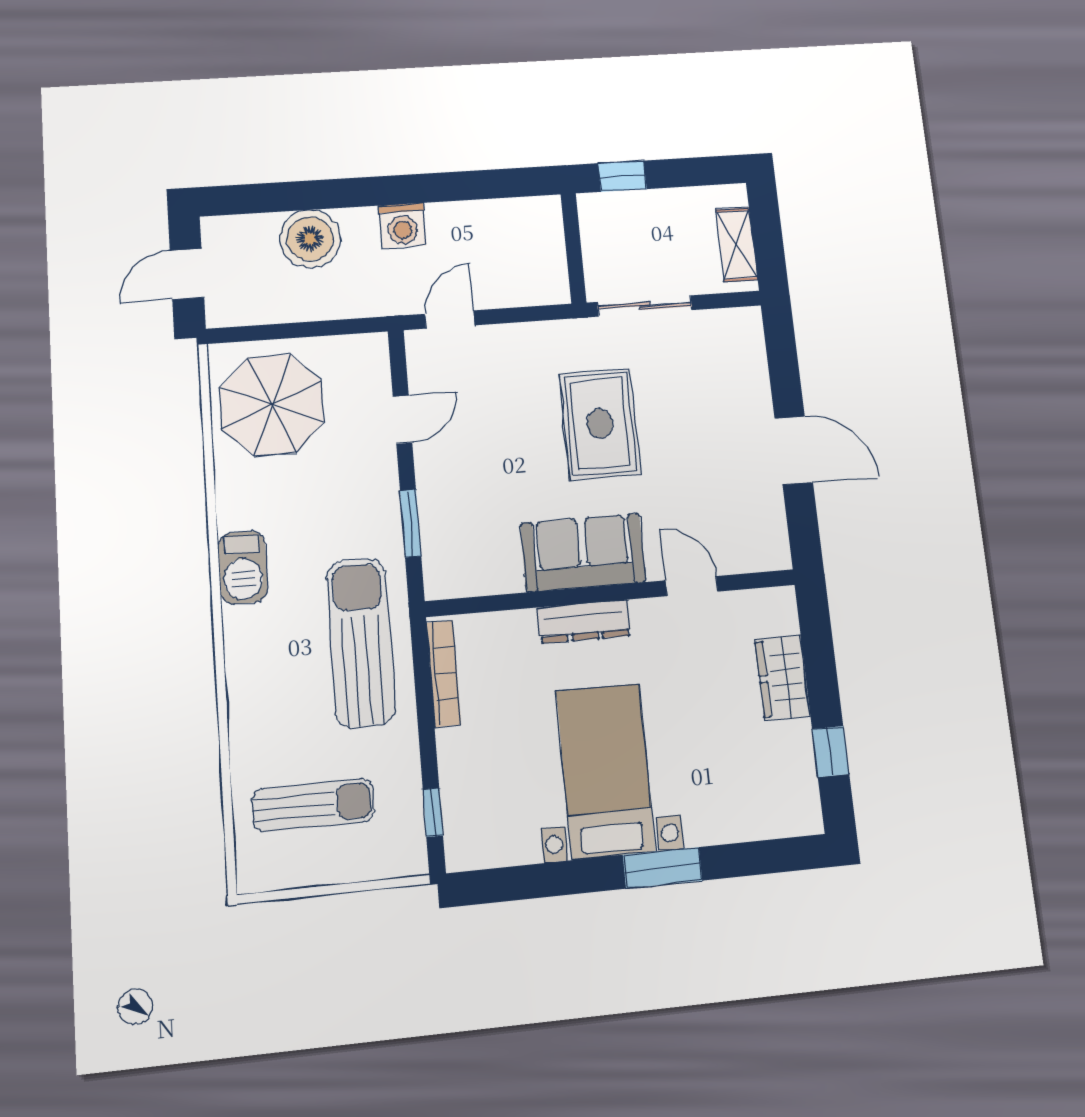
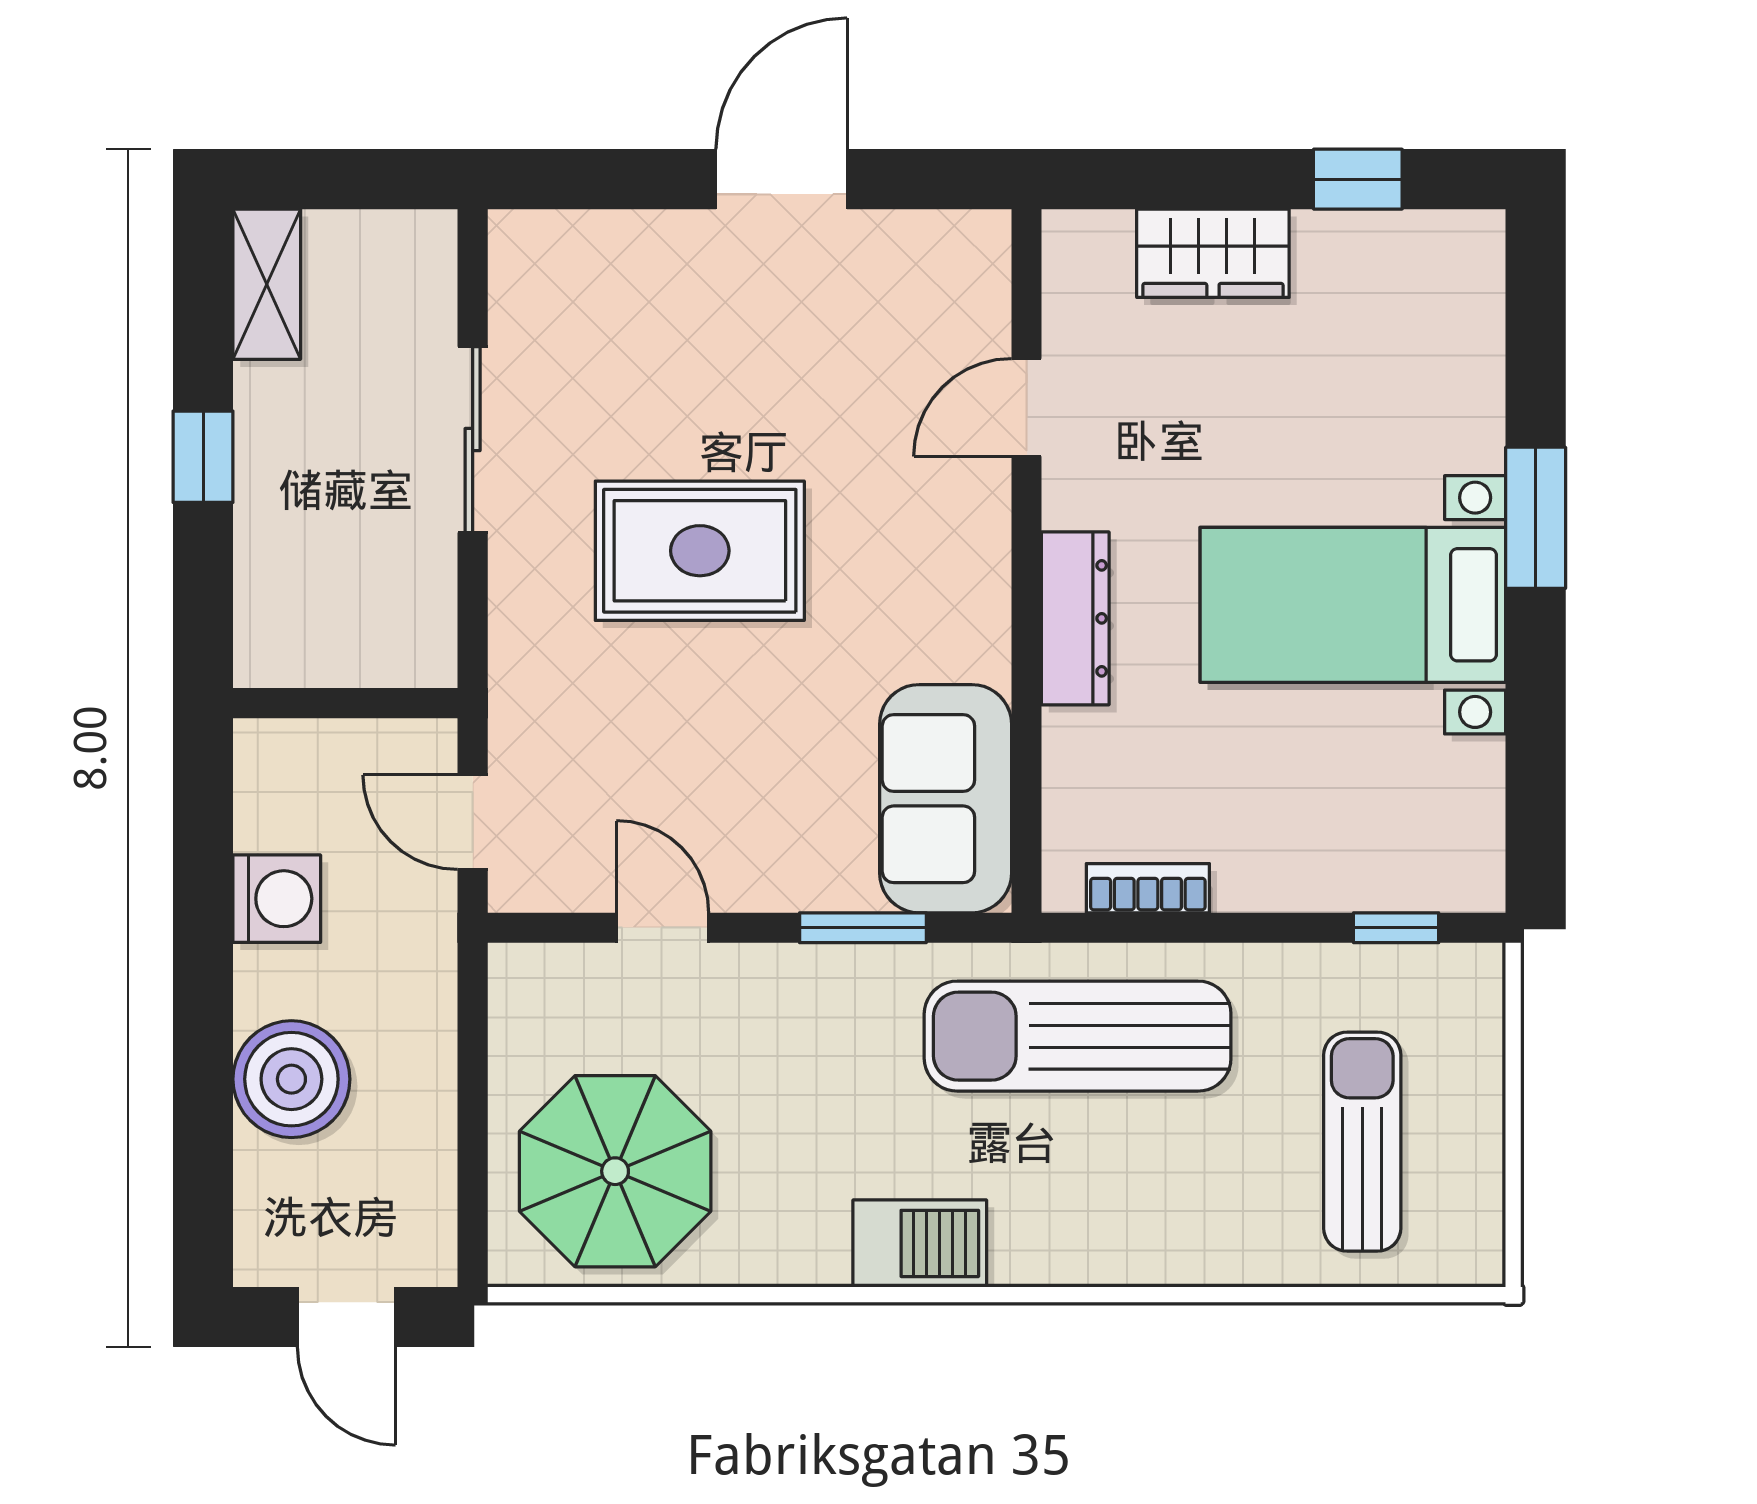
shelving: (737, 245) -> (267, 284), moved, turned 90
wall: (573, 248) -> (345, 703), moved
sofa: (583, 553) -> (946, 799), moved
bookcase: (444, 674) -> (1148, 888), width x0.64

